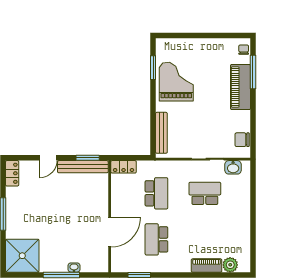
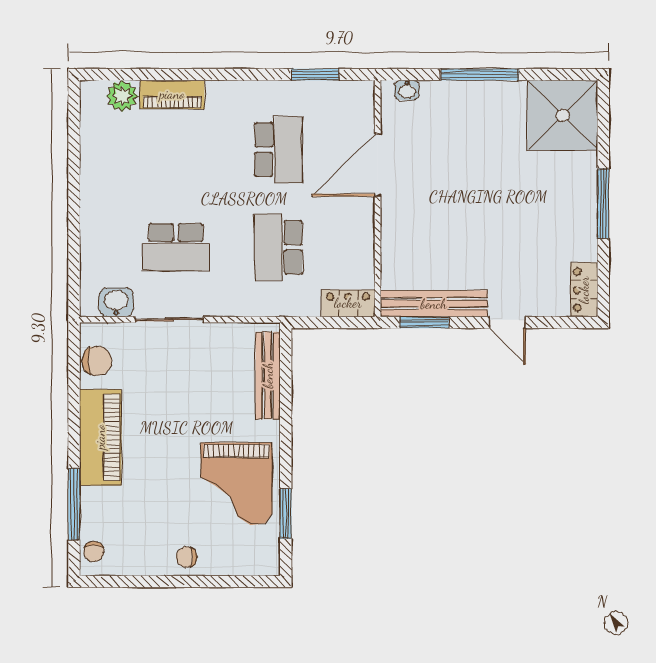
chair: (200, 47) -> (187, 557), added
piano: (240, 87) -> (100, 437), moved
door: (48, 158) -> (507, 322), swing flipped
washbasin: (74, 268) -> (407, 90), moved

